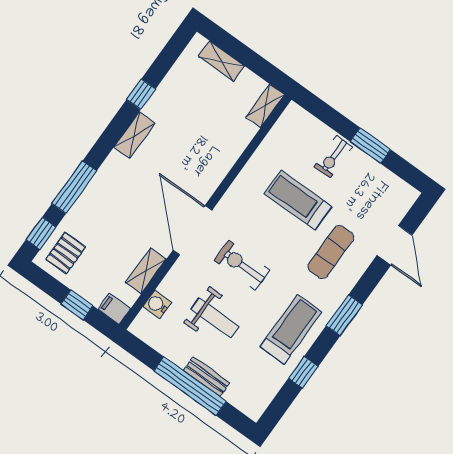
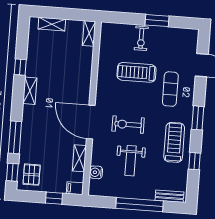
weight bench: (215, 318) -> (131, 161), turned 90
bench: (207, 377) -> (169, 196), moved

